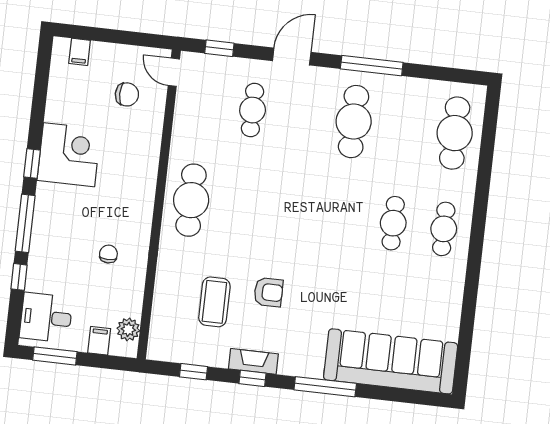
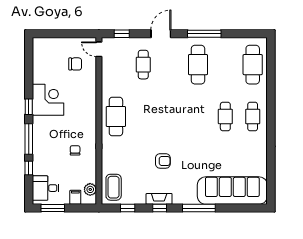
filing cabinet: (80, 52) -> (47, 44), removed
coffee table: (214, 302) -> (114, 187), moved

